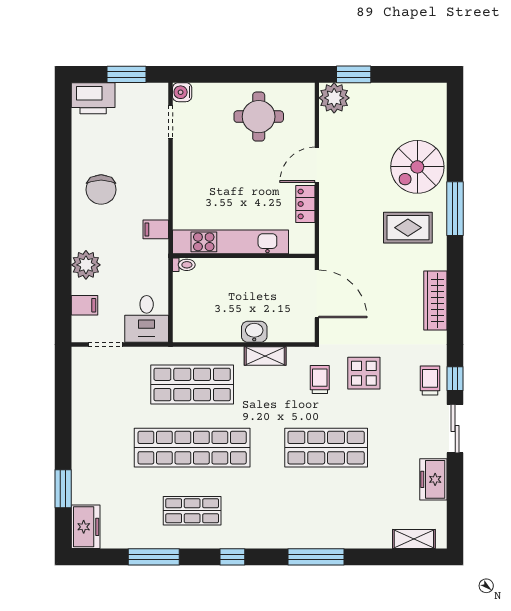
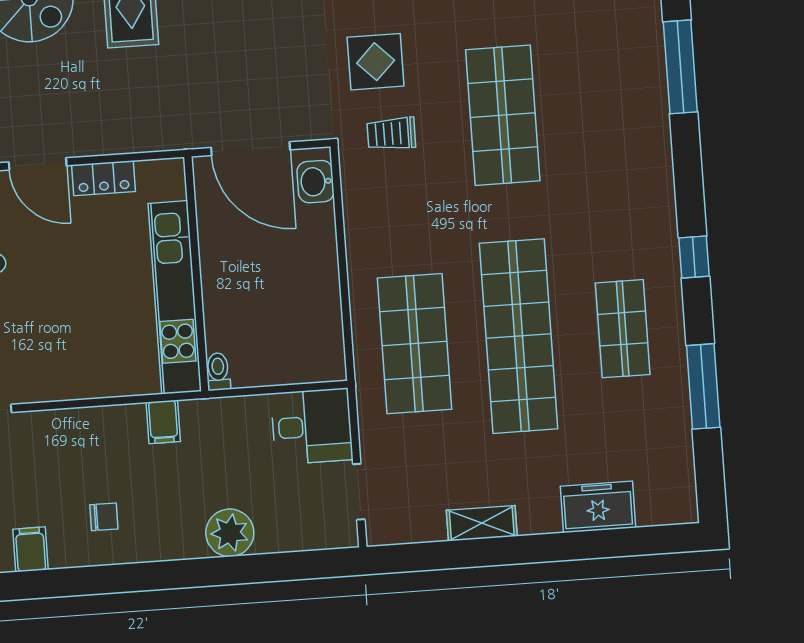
chair: (101, 190) -> (104, 517), width x0.54, depth x0.54
door: (317, 294) -> (250, 149), swing flipped
filing cabinet: (85, 305) -> (31, 549), moved
washbasin: (254, 332) -> (316, 182), moved
shelving: (265, 356) -> (482, 523), moved, turned 90
window: (63, 489) -> (602, 544), removed
freezer: (86, 527) -> (598, 507), moved
window: (316, 557) -> (680, 67), moved

